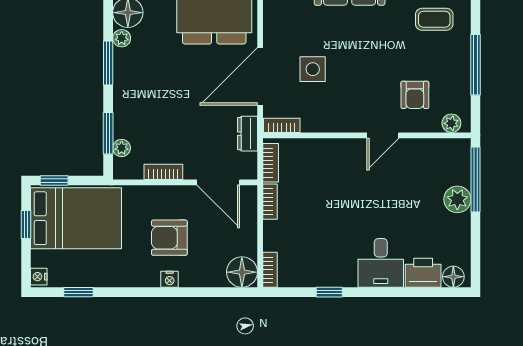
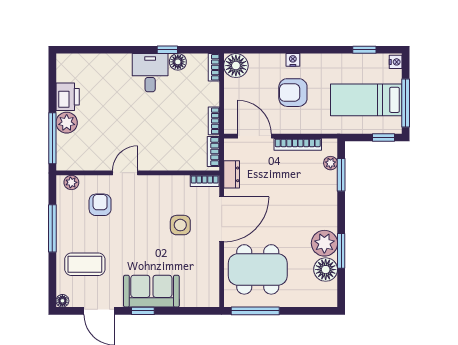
coffee table: (434, 19) -> (85, 264), width x1.36, depth x1.30
plant: (122, 38) -> (324, 243), width x1.88, depth x1.88
window: (108, 63) -> (341, 251), moved
bookcase: (163, 172) -> (298, 144), width x1.56
bed: (76, 218) -> (366, 100), width x0.67
window: (26, 224) -> (406, 103), width x2.17
armchair: (169, 238) -> (293, 93), turned 180
desk: (381, 263) -> (150, 73), moved
printer: (423, 273) -> (68, 97), moved, turned -90
floor lamp: (453, 277) -> (178, 62), moved

